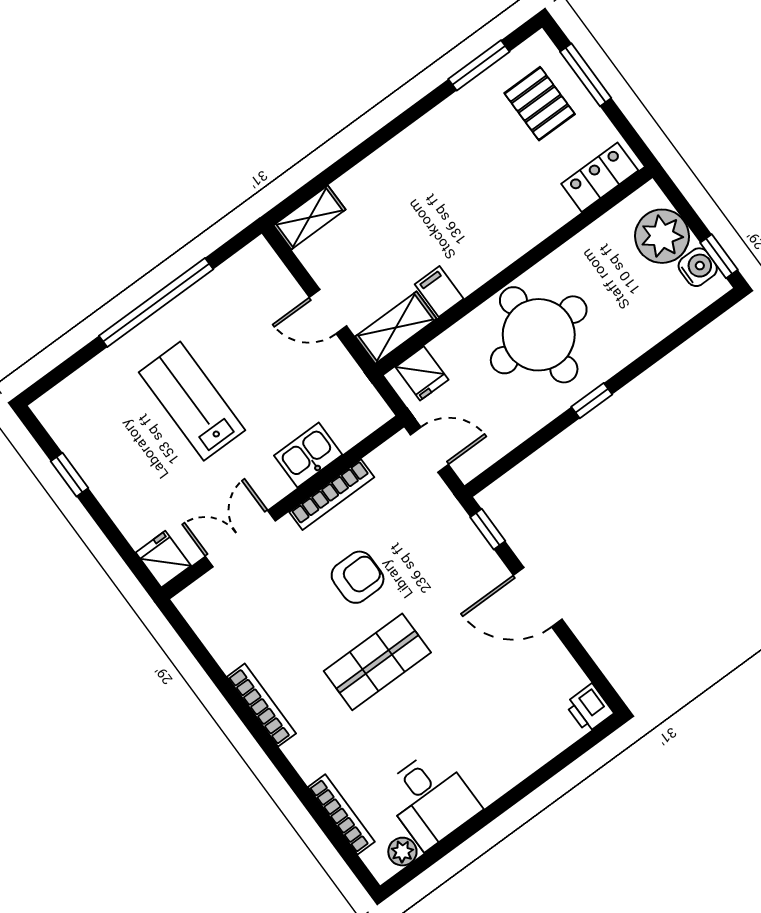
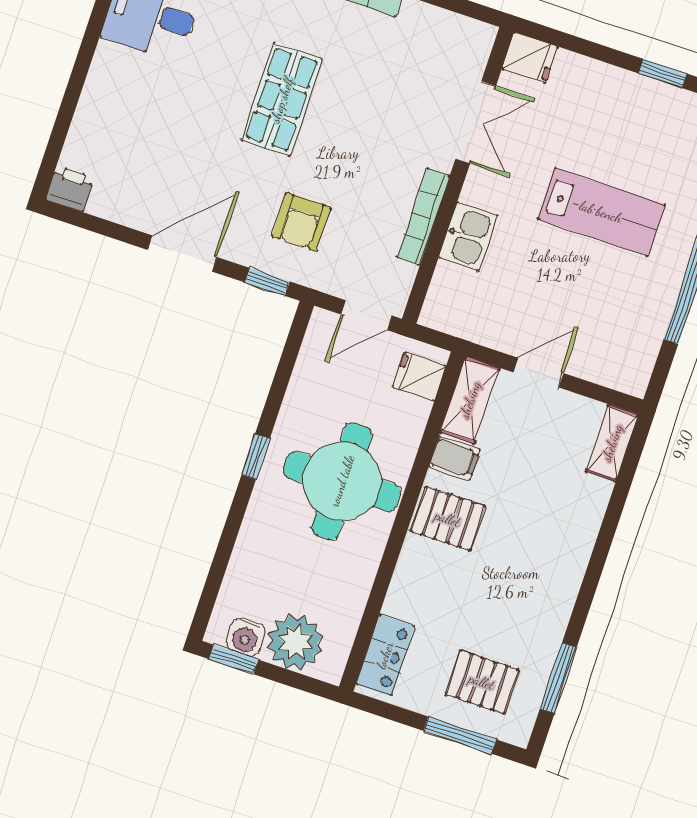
pallet: (477, 248) -> (448, 519), added
armchair: (358, 577) -> (301, 222), moved

